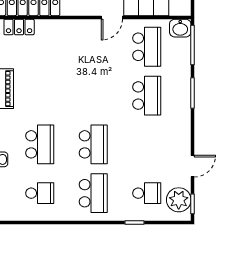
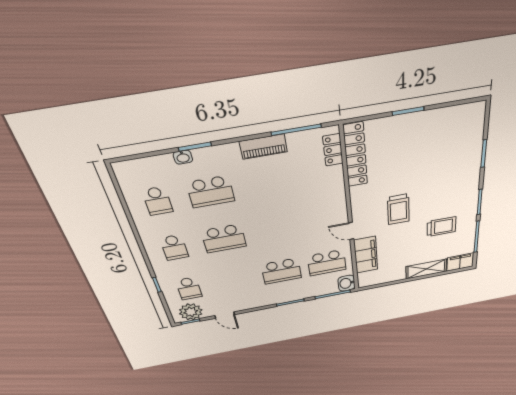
school desk: (93, 193) -> (174, 248), width x0.54

